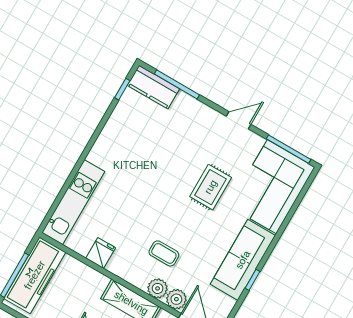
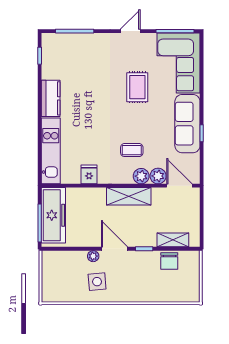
kitchen counter: (153, 87) -> (51, 98), moved, turned -90

